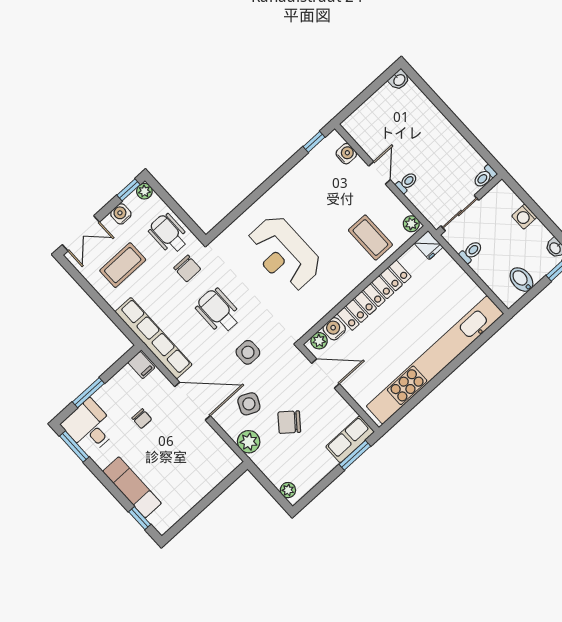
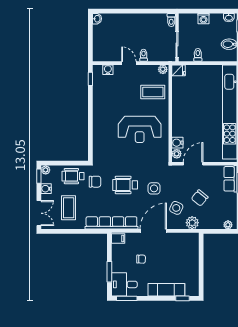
reception desk: (284, 254) -> (140, 129), moved
locker: (374, 295) -> (179, 113), removed

